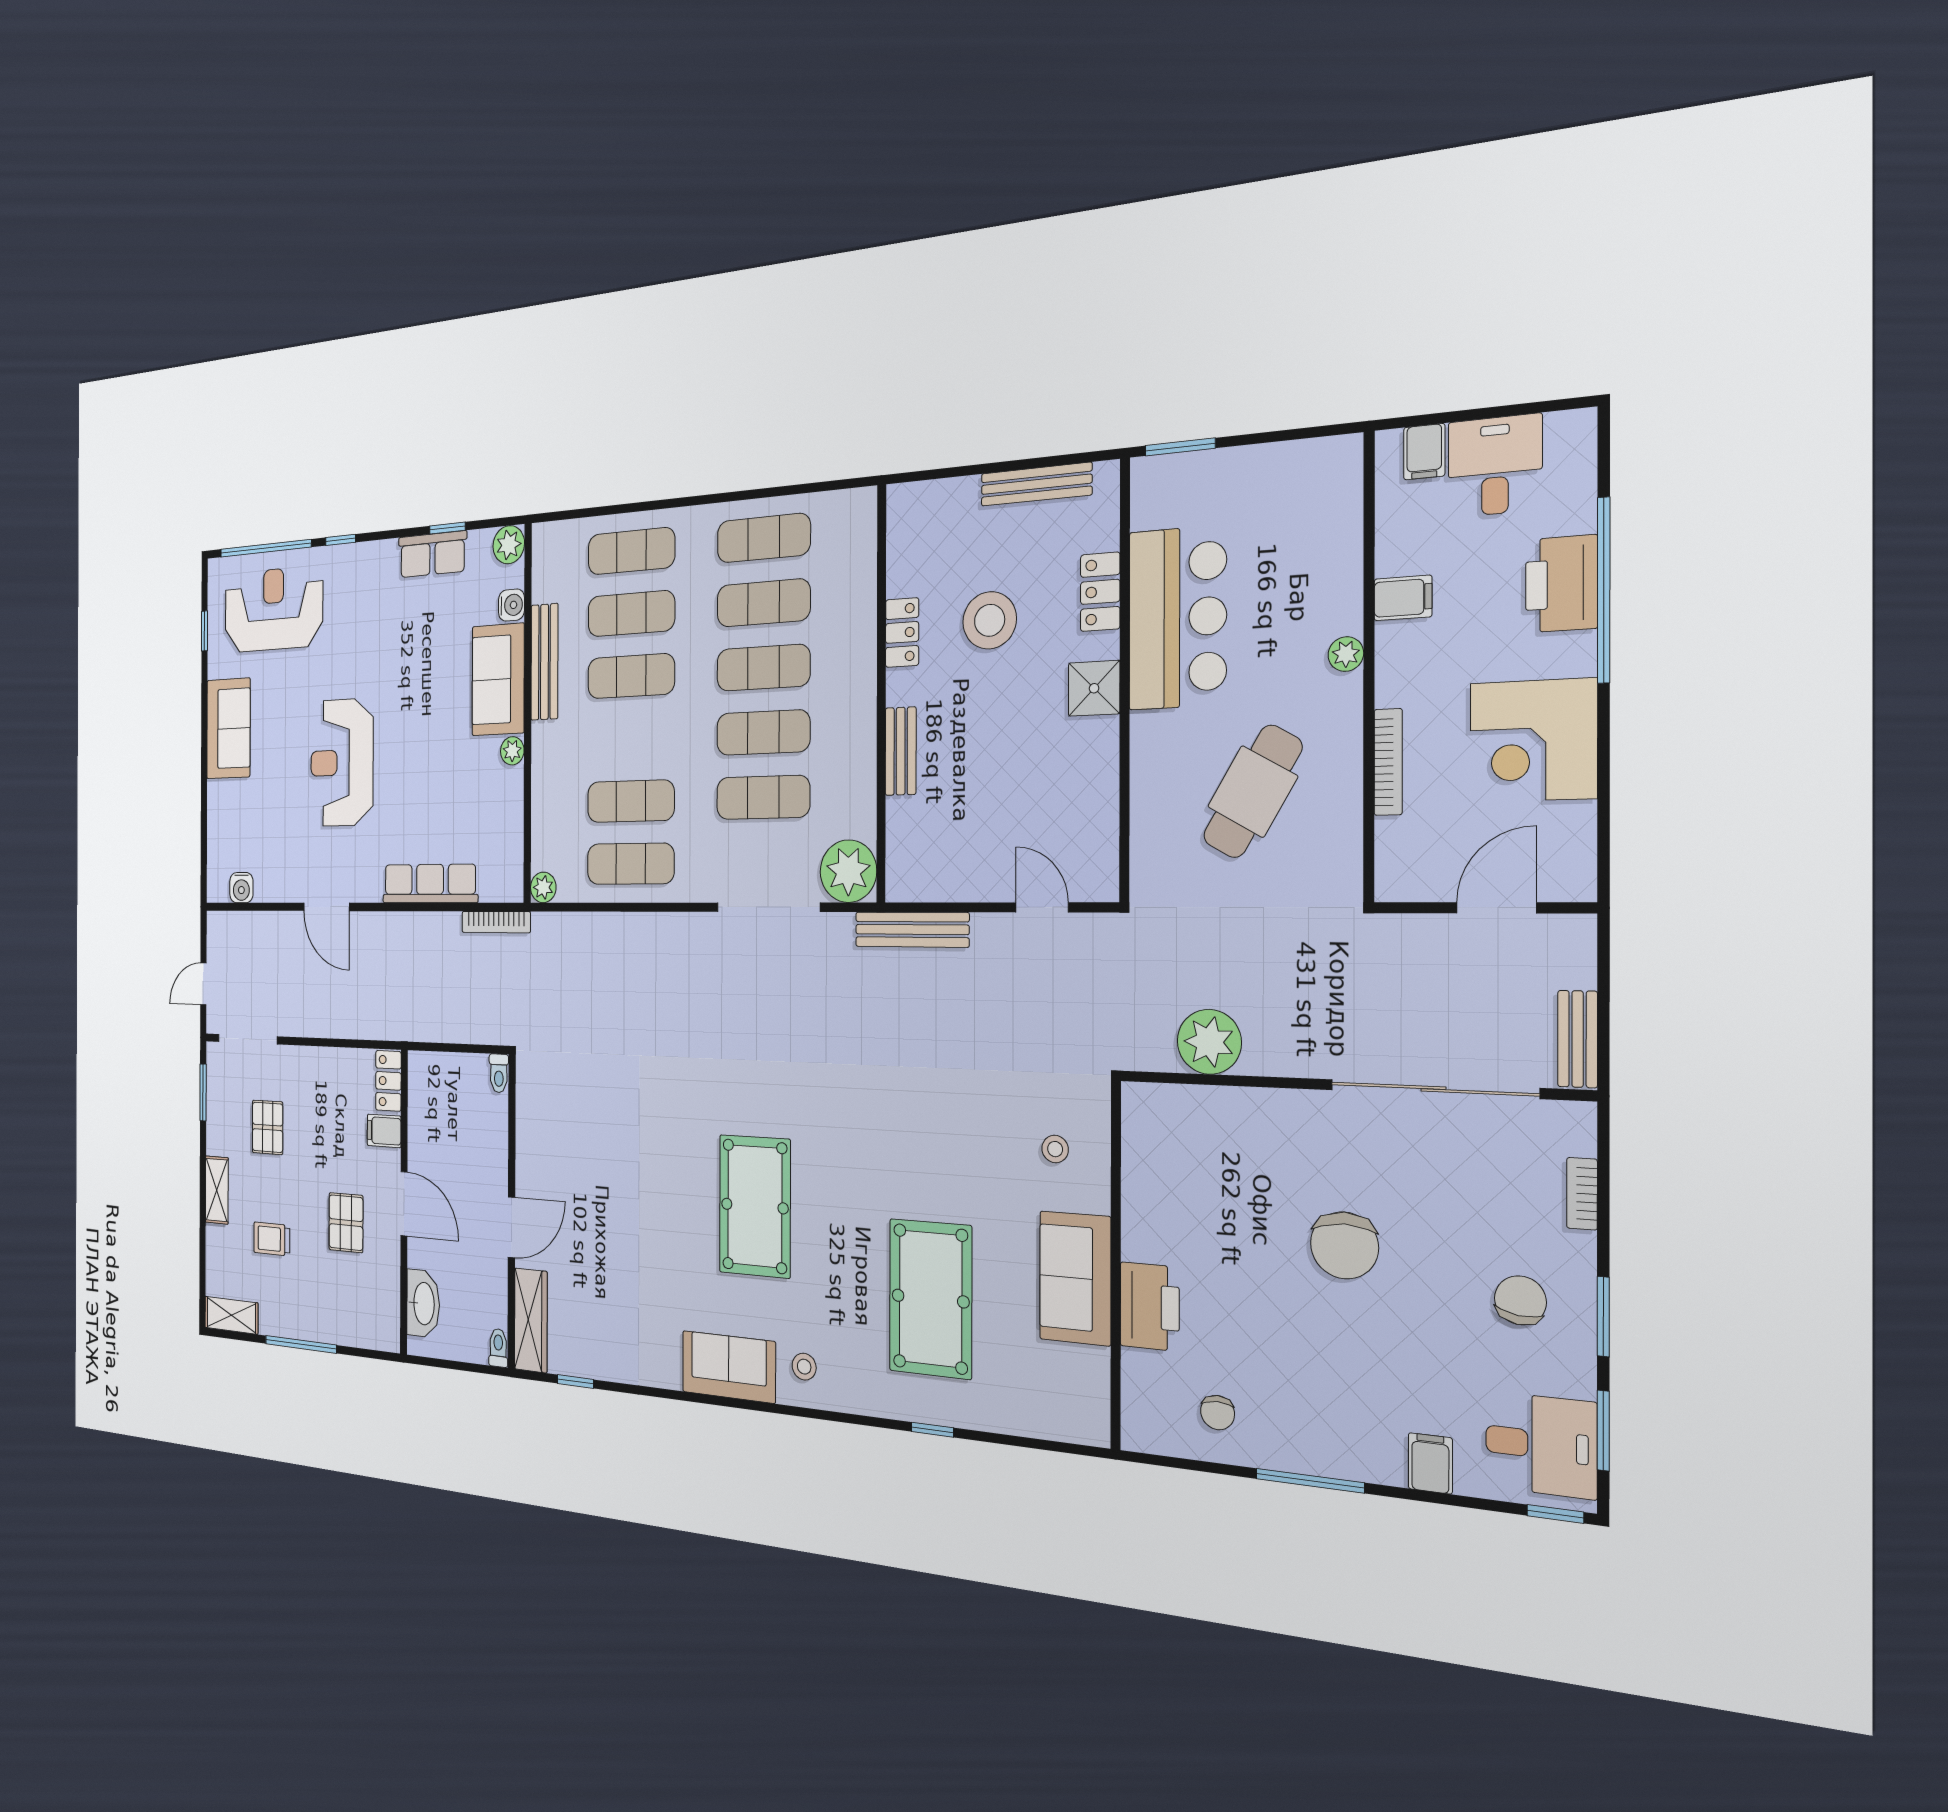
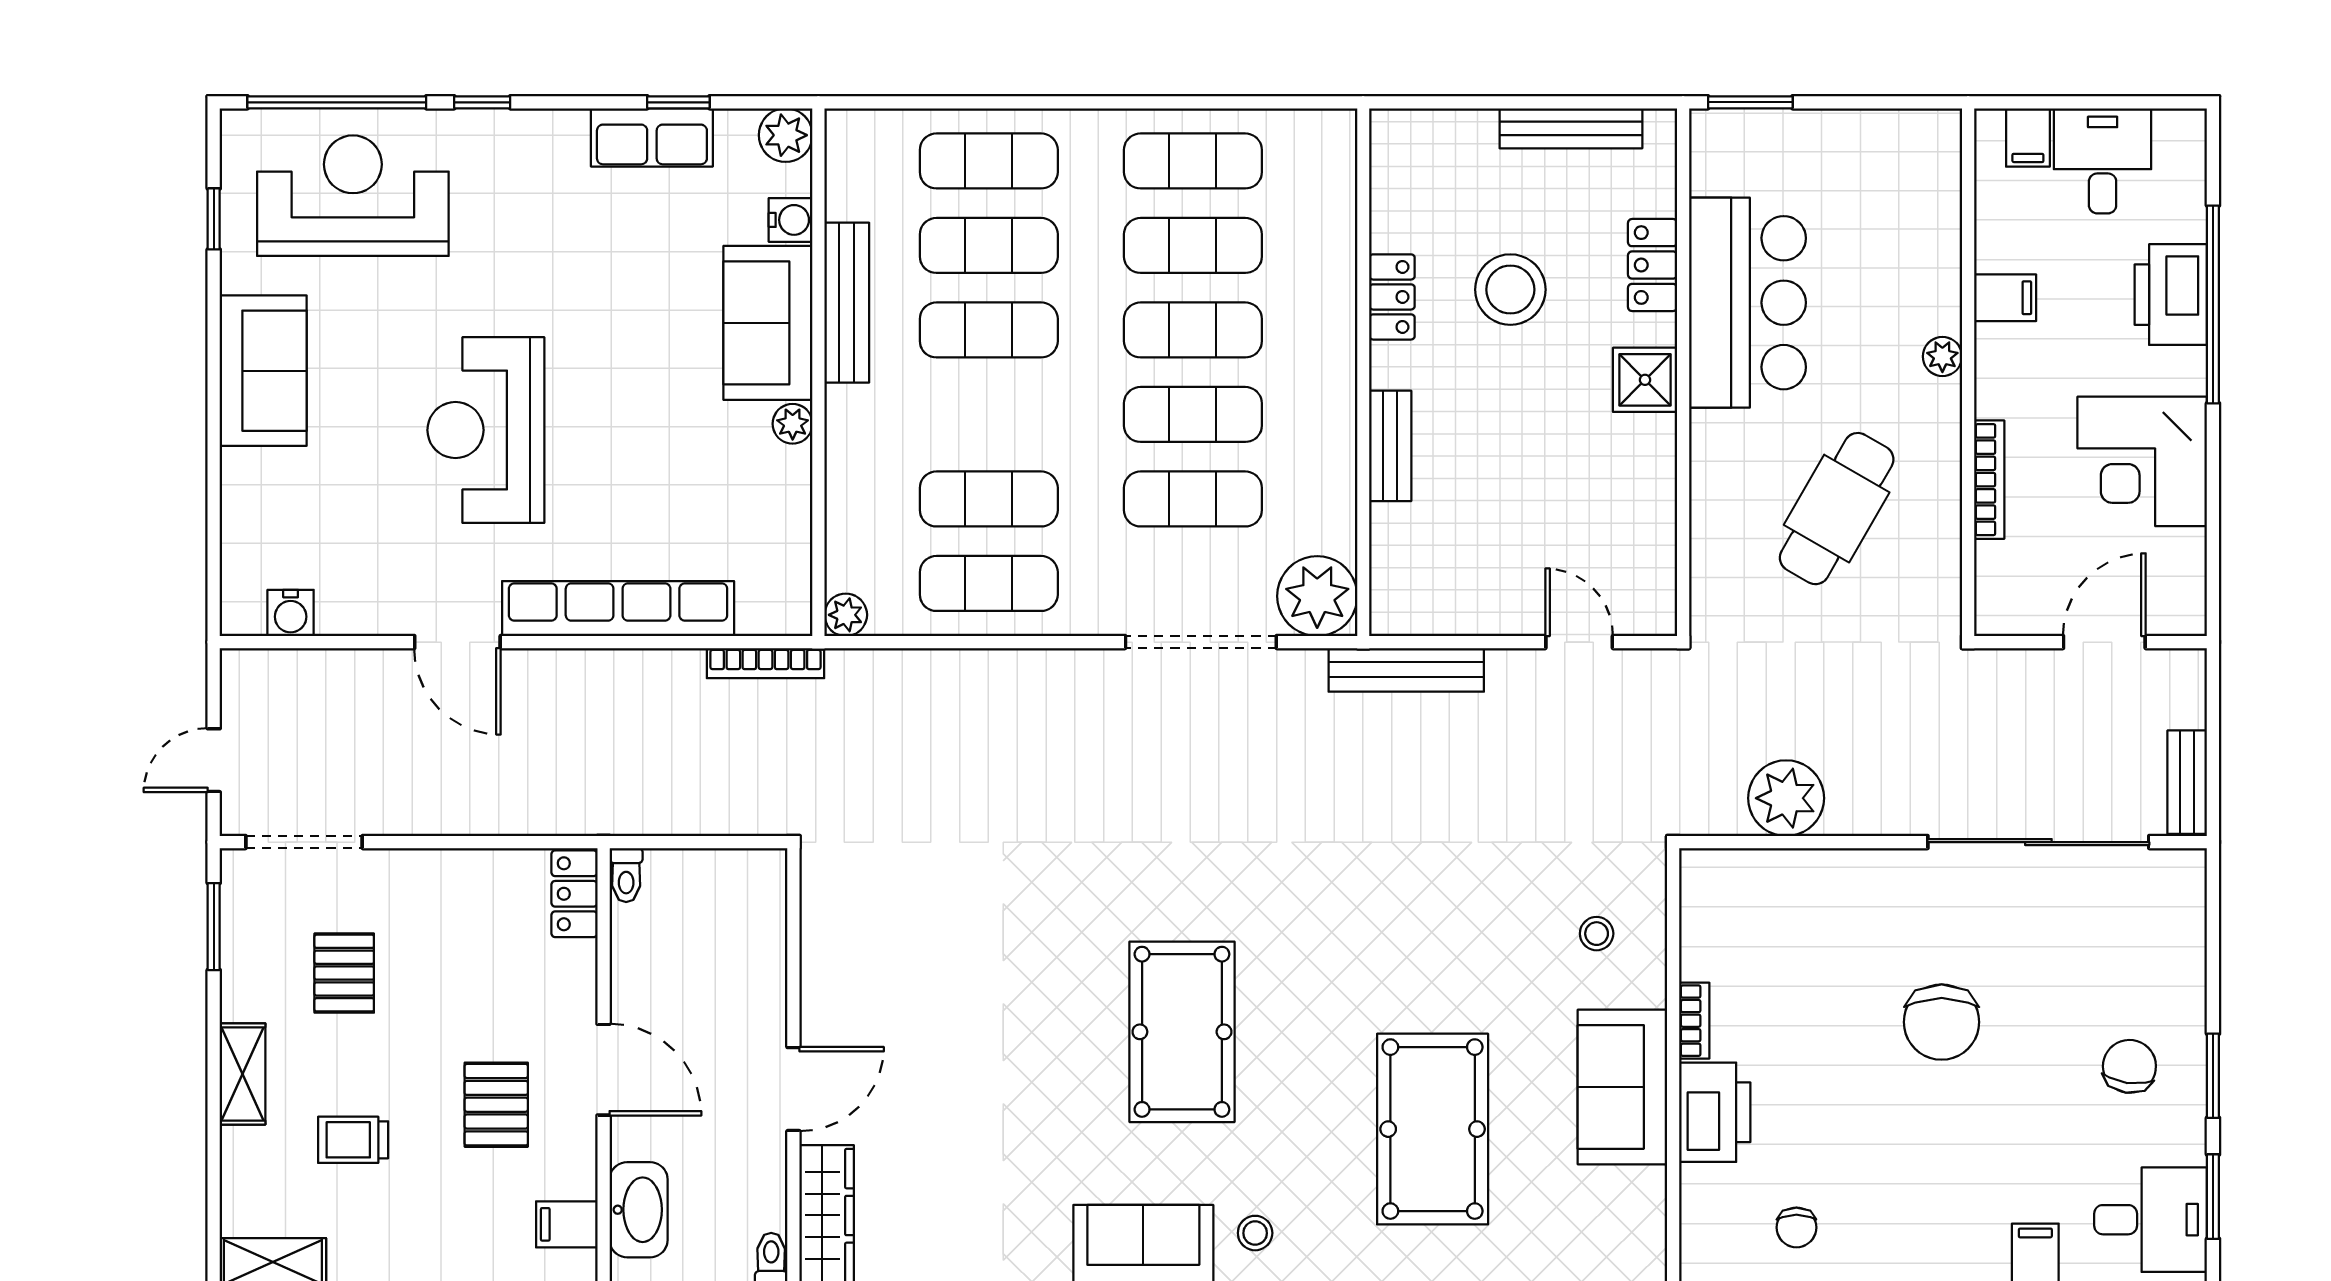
row of seats: (430, 884) -> (618, 609), width x1.36
toilet: (499, 1073) -> (626, 875), moved
filing cabinet: (384, 1131) -> (567, 1224), moved
bookcase: (1582, 1194) -> (1694, 1021), moved, turned 180

